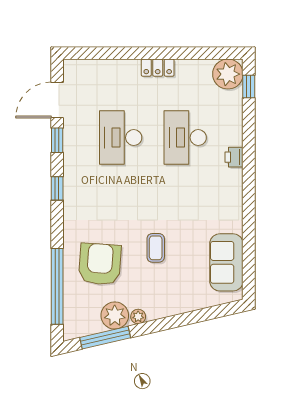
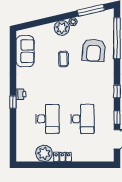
plant: (228, 74) -> (44, 153), moved
window: (249, 87) -> (13, 102), moved
printer: (234, 157) -> (21, 94), moved
plant: (115, 315) -> (62, 28), moved

